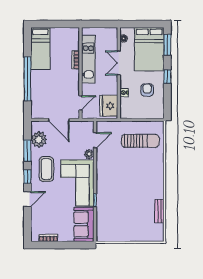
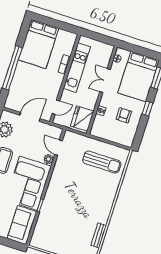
bed: (40, 49) -> (39, 44), width x1.50
door: (59, 120) -> (30, 117), swing flipped
door: (95, 140) -> (58, 148), swing flipped

